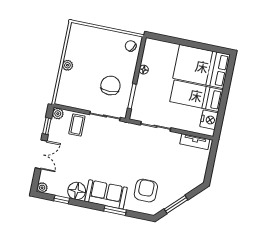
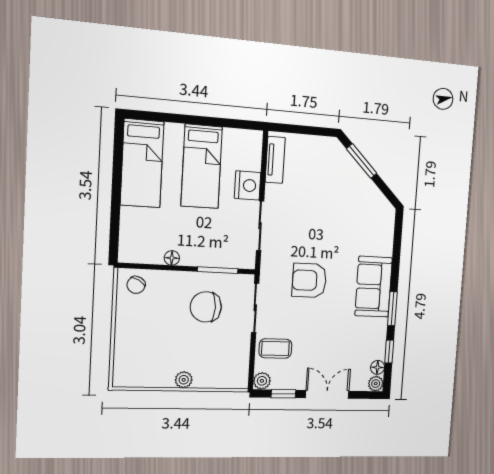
bed: (202, 67) -> (142, 163), width x0.67
nightstand: (209, 120) -> (248, 185), moved, turned 90
floor lamp: (77, 191) -> (377, 367), moved, width x0.53, depth x0.53
armchair: (146, 191) -> (309, 280), moved
window: (176, 204) -> (362, 161), moved
window: (115, 211) -> (392, 309), moved

